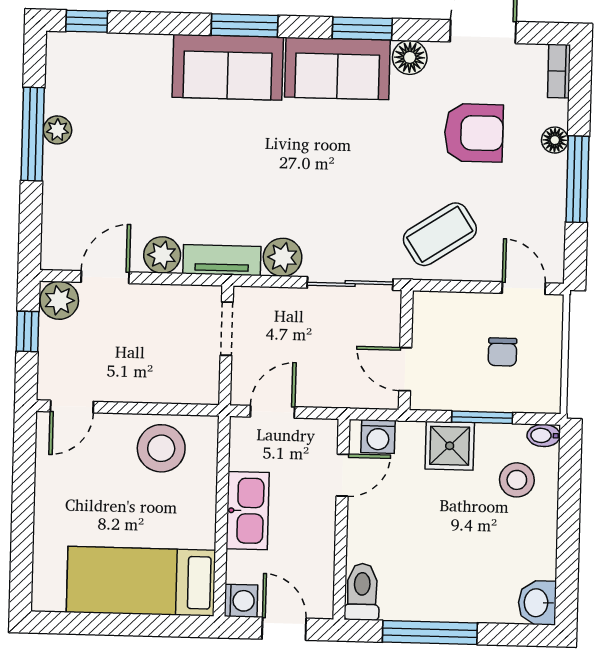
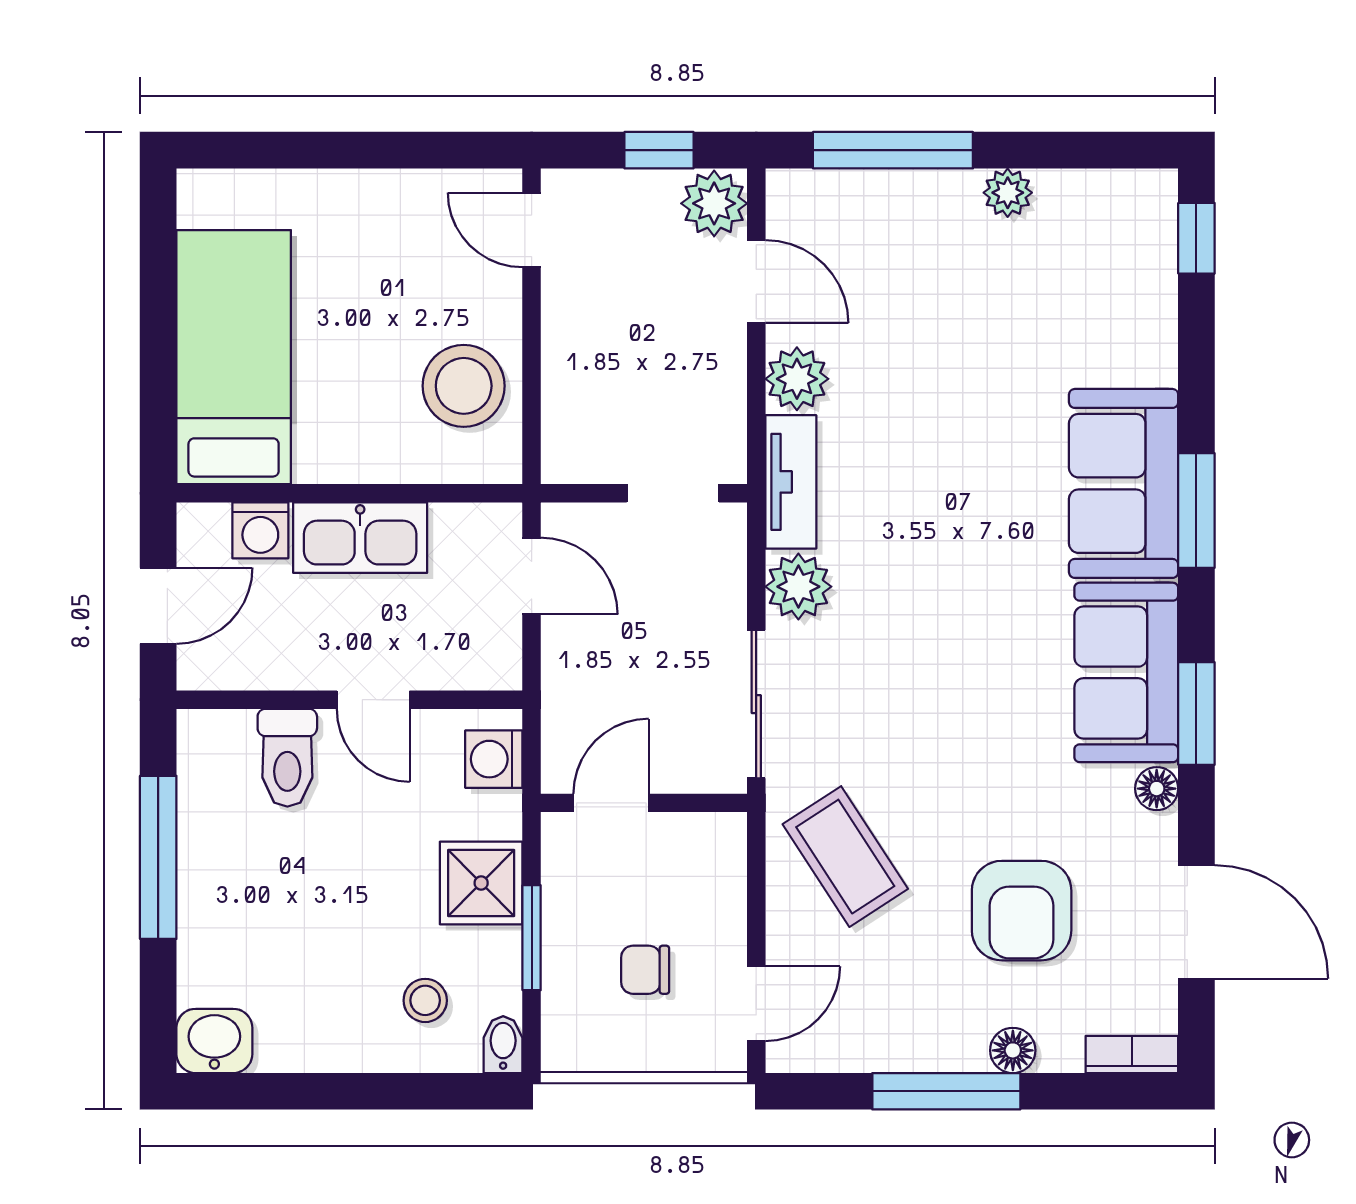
floor lamp: (410, 57) -> (1157, 789), width x0.73, depth x0.73
window: (33, 134) -> (893, 150), moved
door: (343, 475) -> (373, 700), moved
stool: (517, 480) -> (425, 1000), width x0.73, depth x0.73
toilet: (362, 592) -> (287, 758), moved, turned 90
washing machine: (241, 601) -> (260, 530), moved

